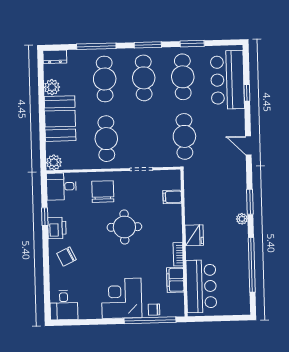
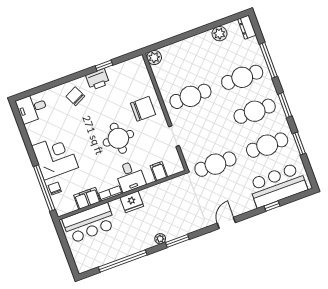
booth: (60, 119) -> (194, 50), removed
desk: (61, 186) -> (130, 176), moved, turned 180

